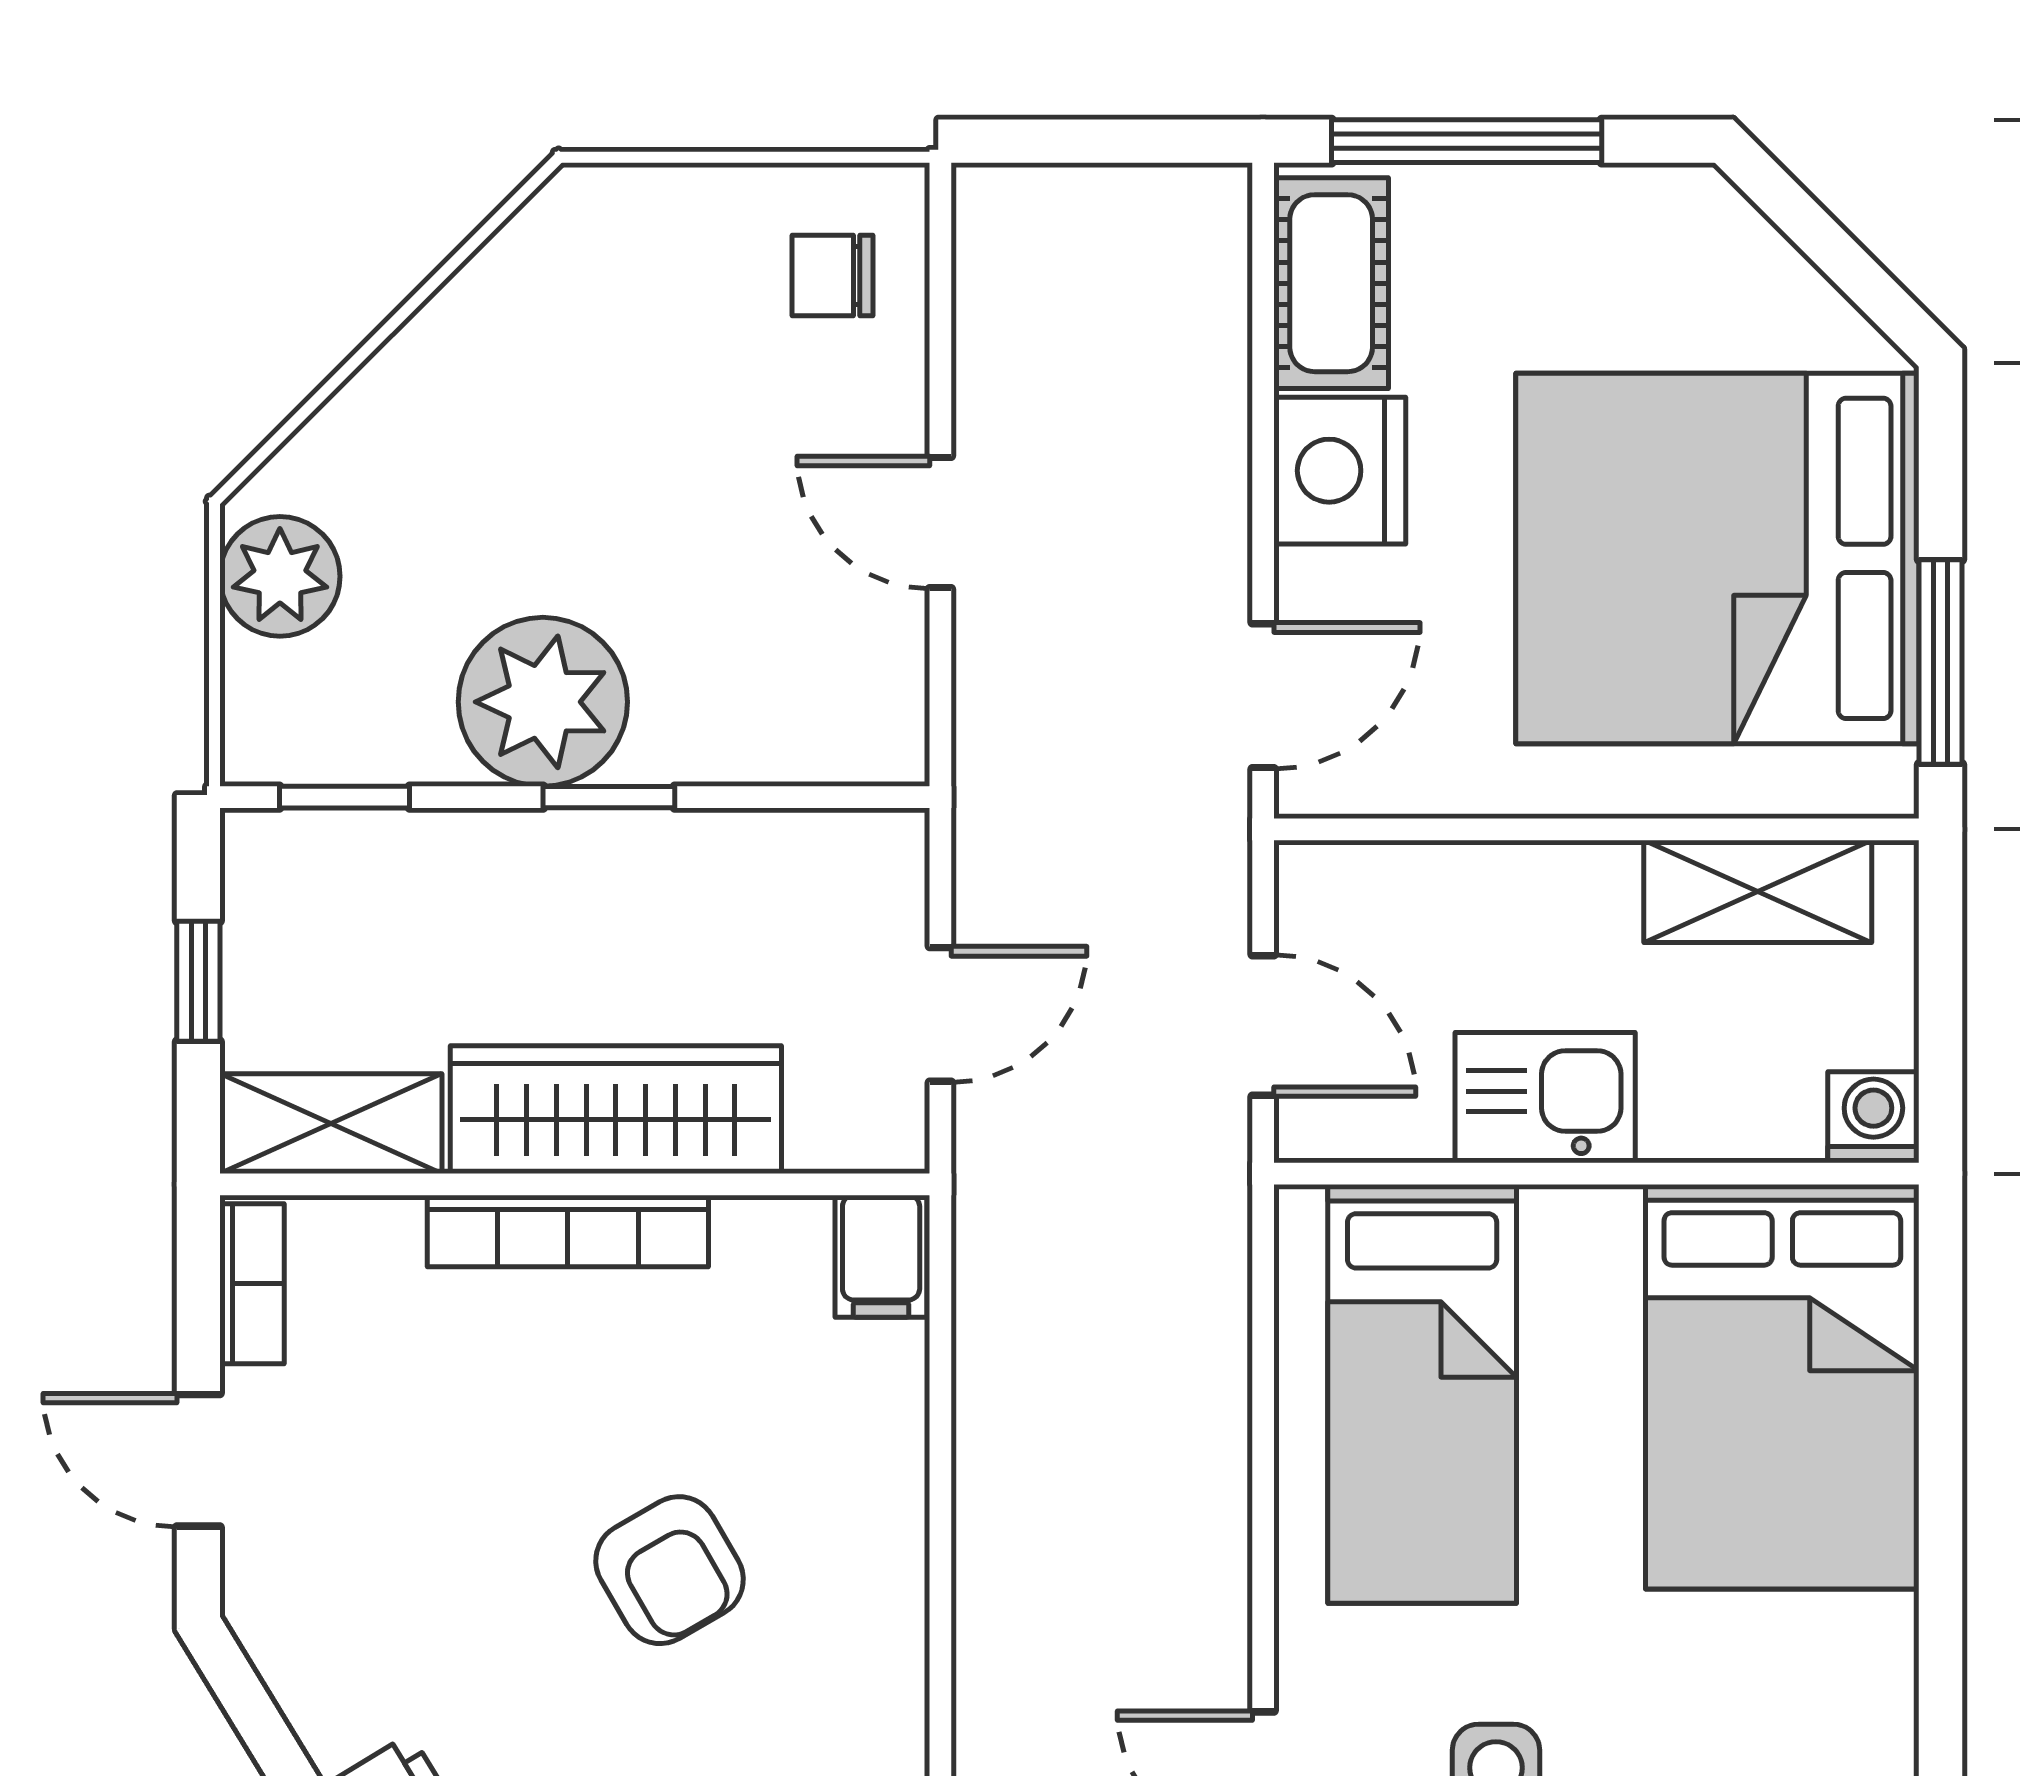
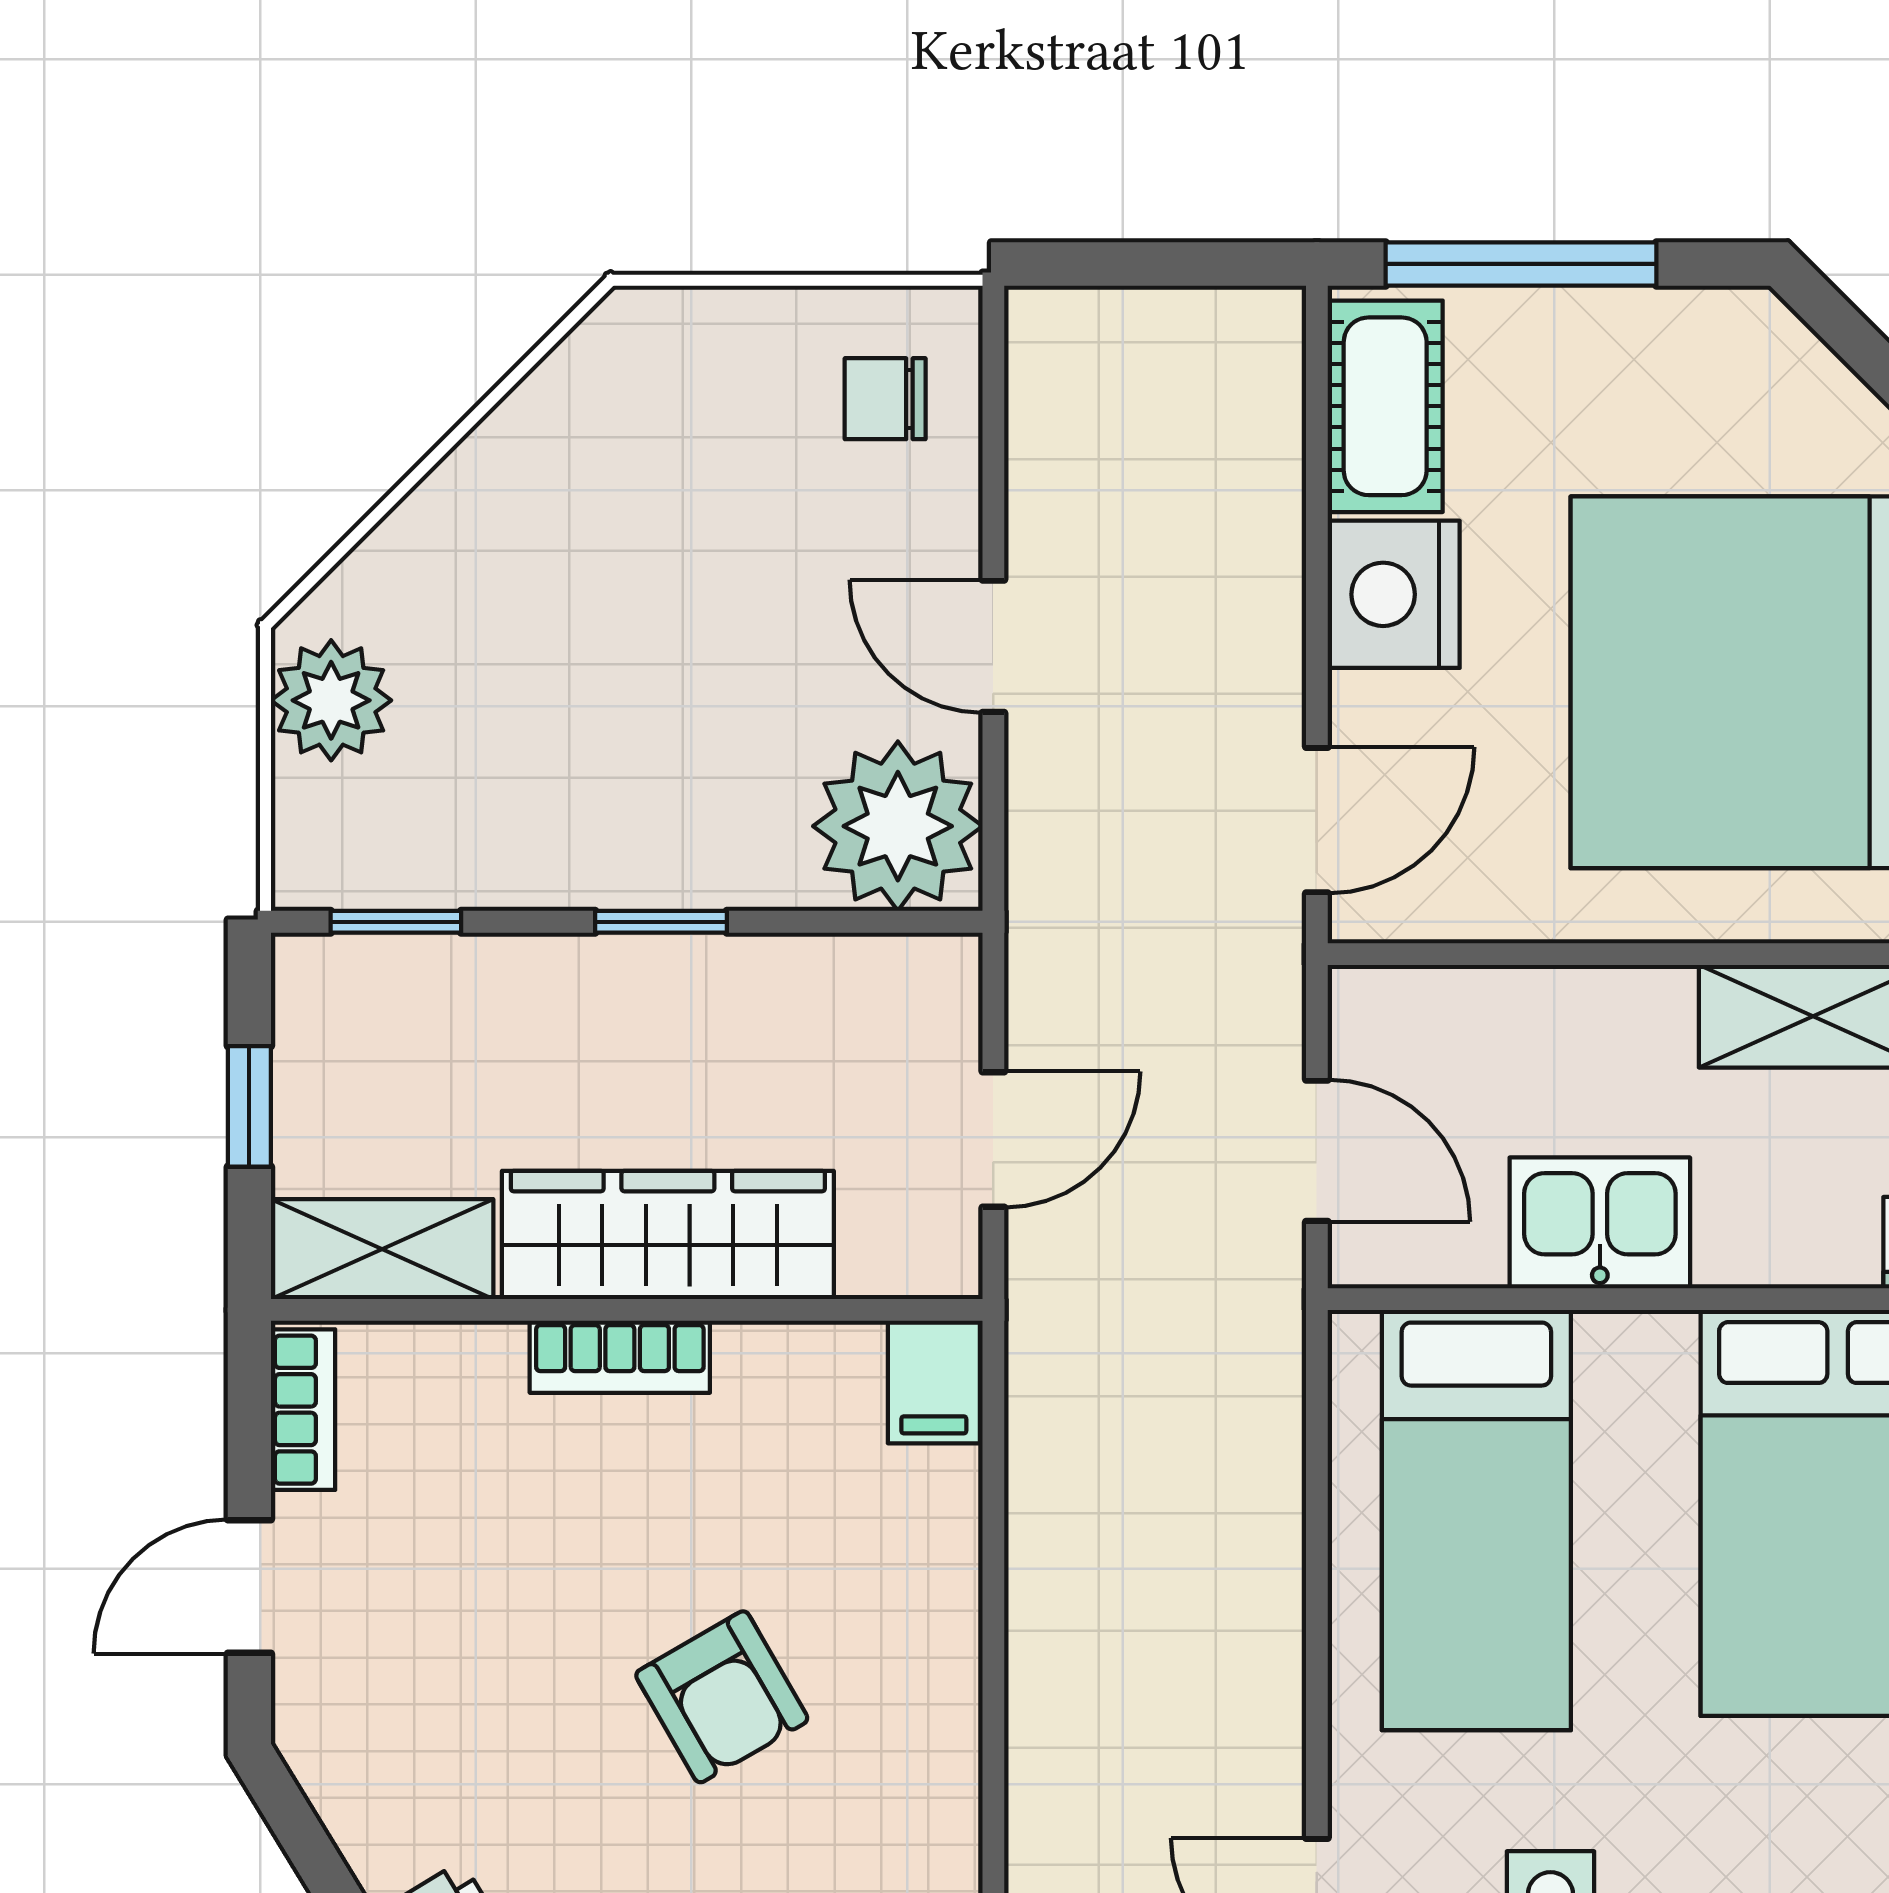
plant: (543, 702) -> (898, 826), moved
bookcase: (568, 1231) -> (620, 1357), width x0.64
door: (198, 1460) -> (249, 1587), hinge flipped

